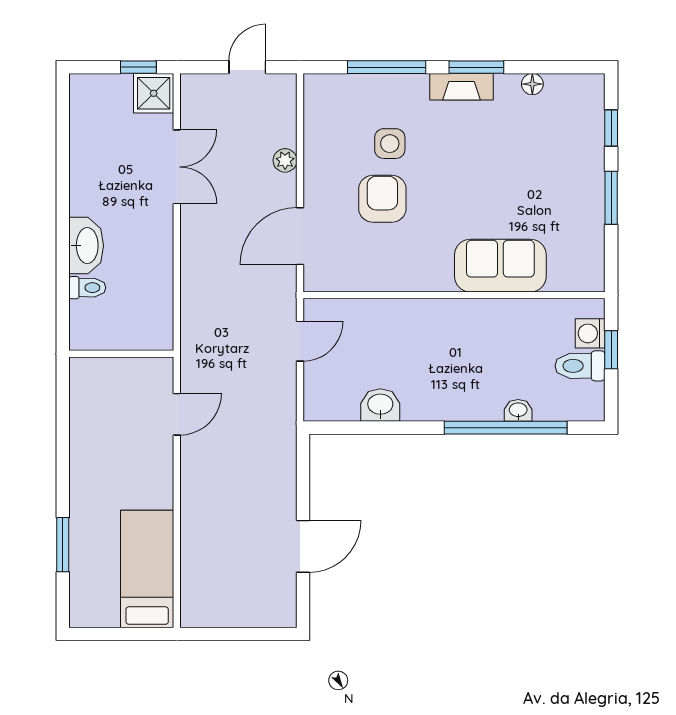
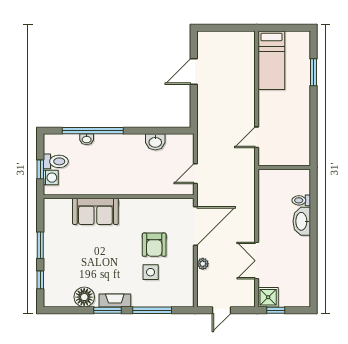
floor lamp: (532, 84) -> (84, 297), width x1.89, depth x1.89
door: (300, 236) -> (195, 226), width x1.36

